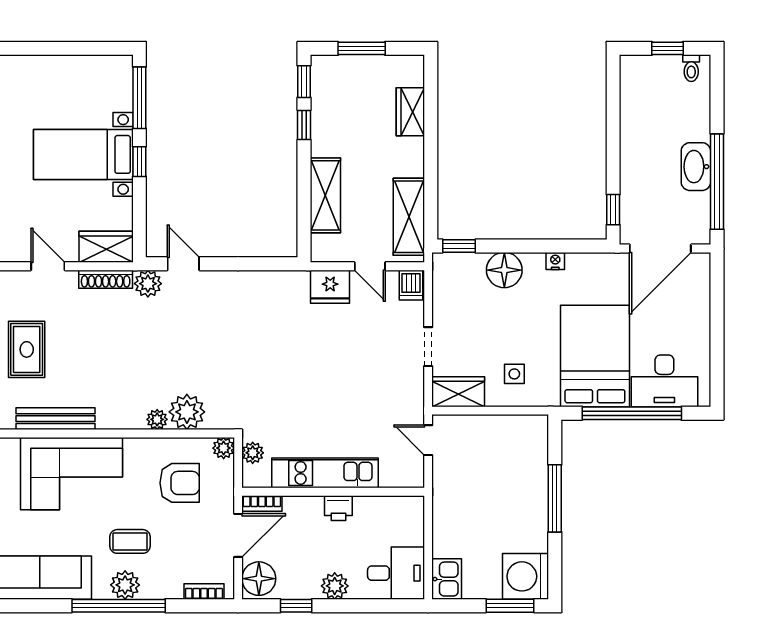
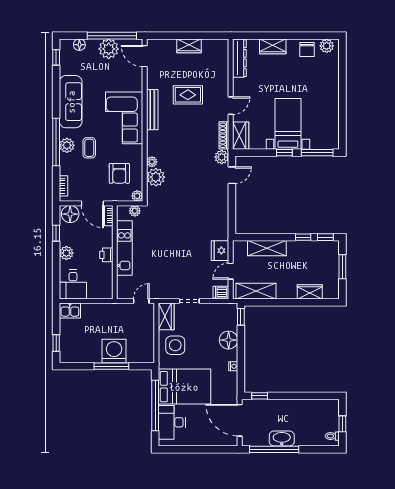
side table: (514, 374) -> (175, 345), width x1.87, depth x1.87
washing machine: (526, 576) -> (114, 351), moved
window: (510, 606) -> (56, 343), width x0.67

